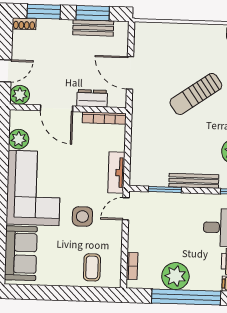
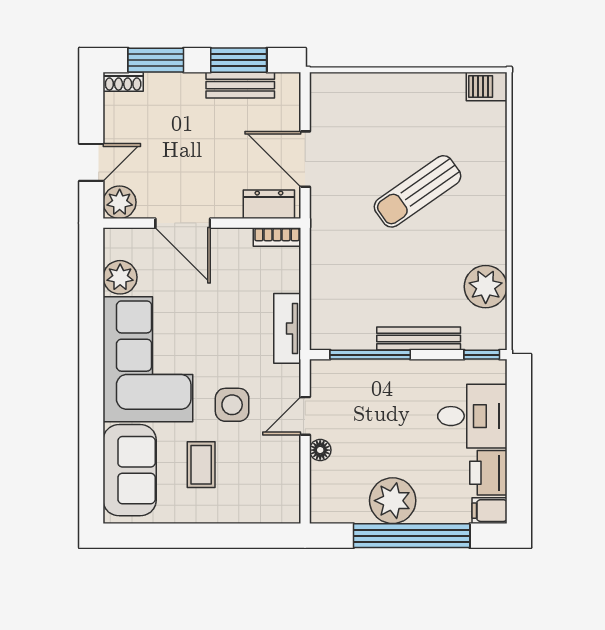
dresser: (92, 98) -> (269, 204), moved
bookcase: (104, 118) -> (277, 237), width x0.64
window: (165, 189) -> (370, 355), width x1.44
door: (126, 209) -> (305, 416), moved
floor lamp: (134, 245) -> (320, 450), added
bookcase: (132, 266) -> (319, 486), removed
coffee table: (92, 267) -> (201, 465), moved

